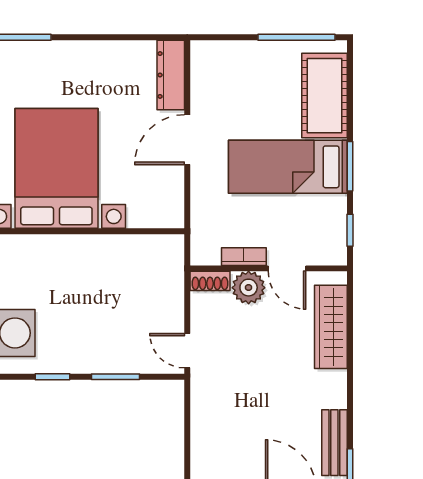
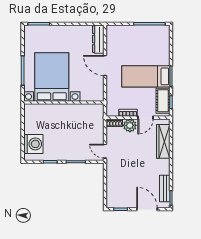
cot: (325, 96) -> (163, 101), moved, width x0.73, depth x0.75
door: (187, 140) -> (105, 65), hinge flipped
door: (287, 268) -> (145, 118), hinge flipped

